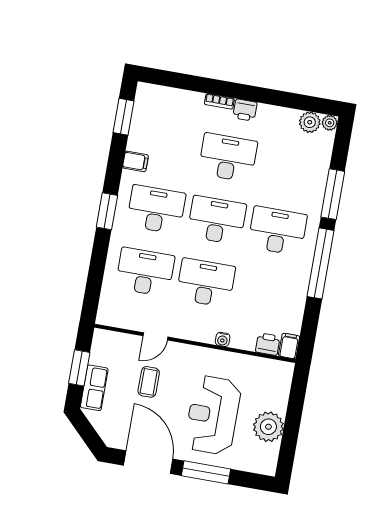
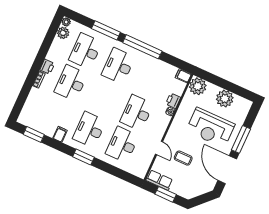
desk: (217, 220) -> (85, 51), moved
printer: (268, 344) -> (173, 101), moved
plant: (278, 375) -> (198, 86), added
row of seats: (94, 388) -> (159, 180), moved
door: (148, 462) -> (227, 170), hinge flipped

